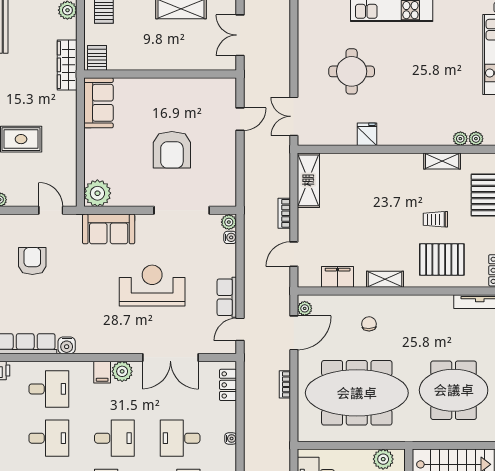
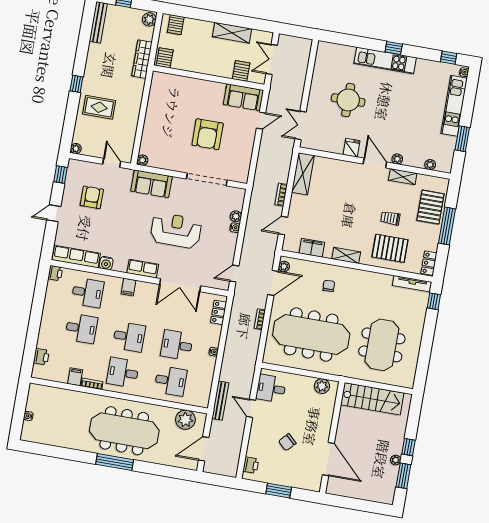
server rack: (202, 58) -> (241, 71), added
sofa: (98, 103) -> (243, 97), moved, turned 90
plant: (460, 139) -> (397, 159), moved
door: (402, 149) -> (375, 163), added
plant: (97, 193) -> (142, 160), width x0.53, depth x0.53
plant: (229, 222) -> (236, 216), moved
water cooler: (230, 237) -> (235, 228), moved
row of seats: (227, 297) -> (143, 269), moved, turned 90
plant: (122, 371) -> (143, 289), removed
meeting table: (454, 390) -> (382, 345), turned 90

